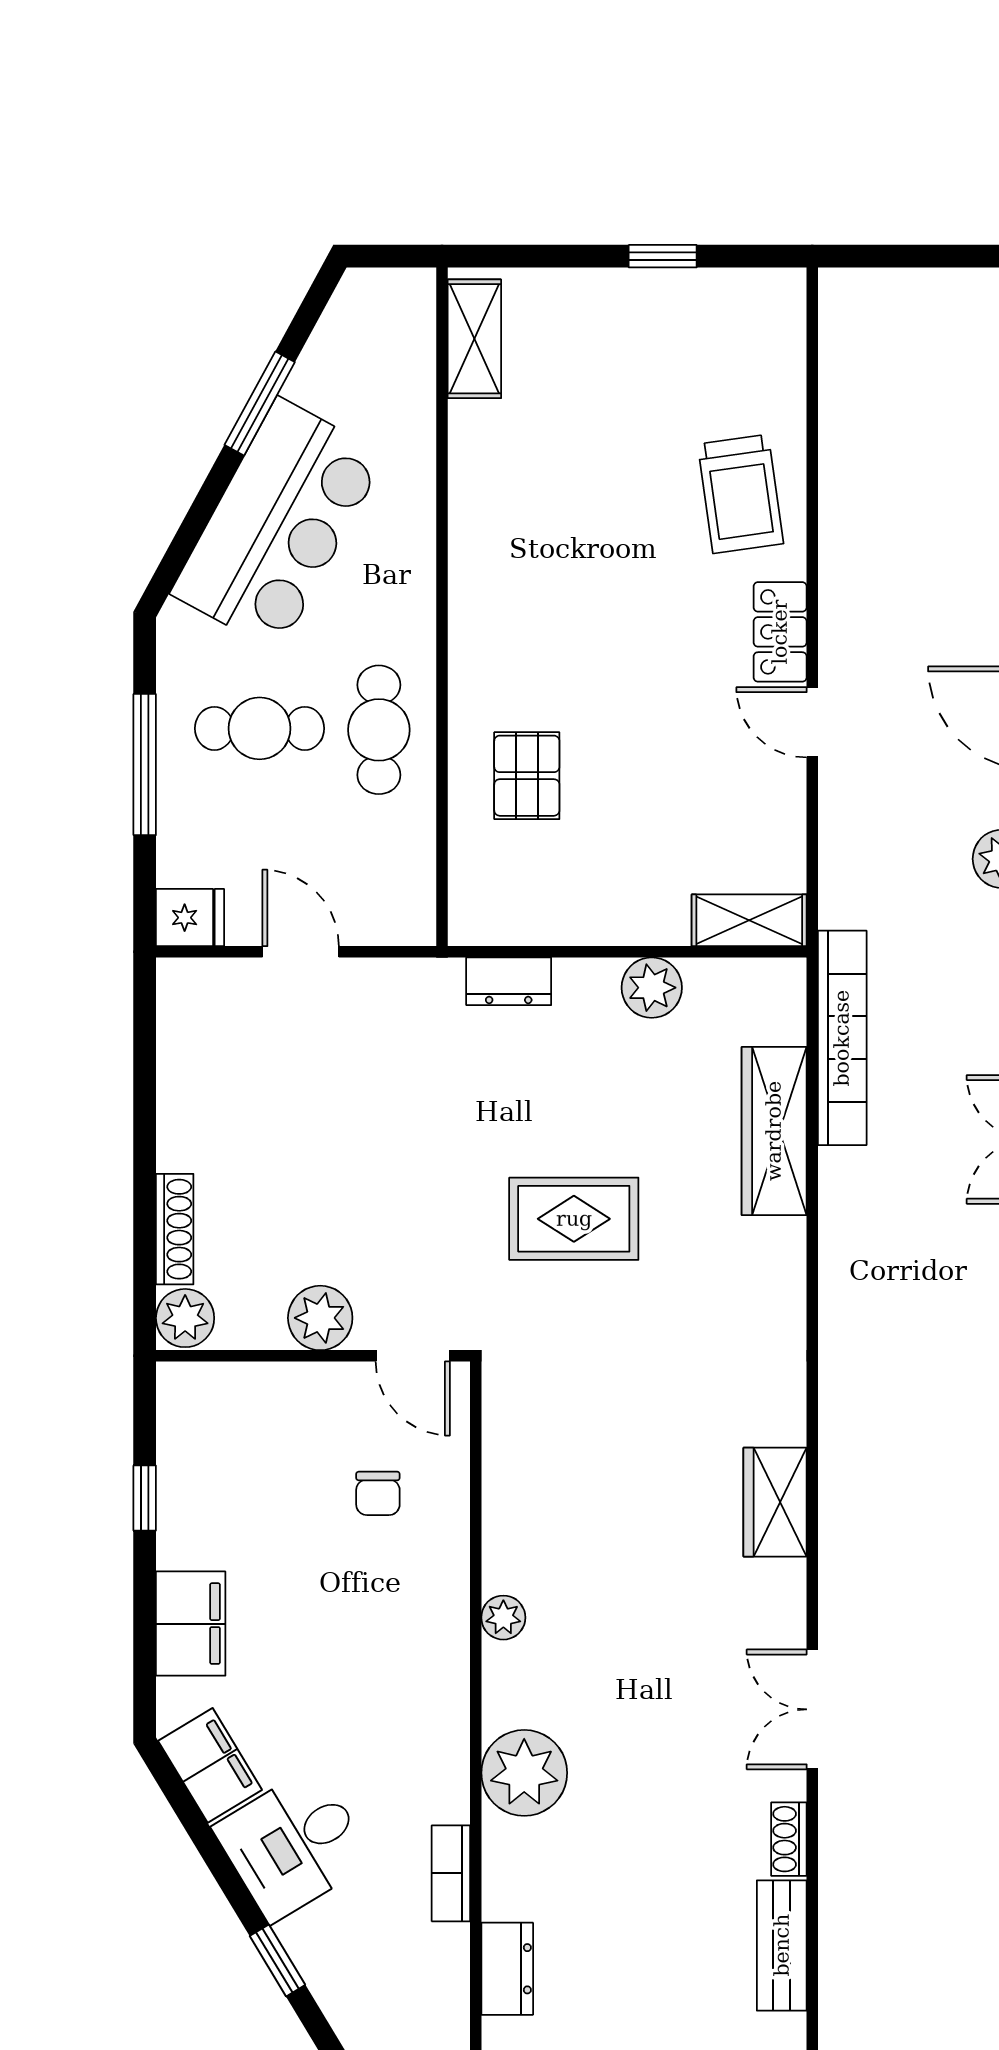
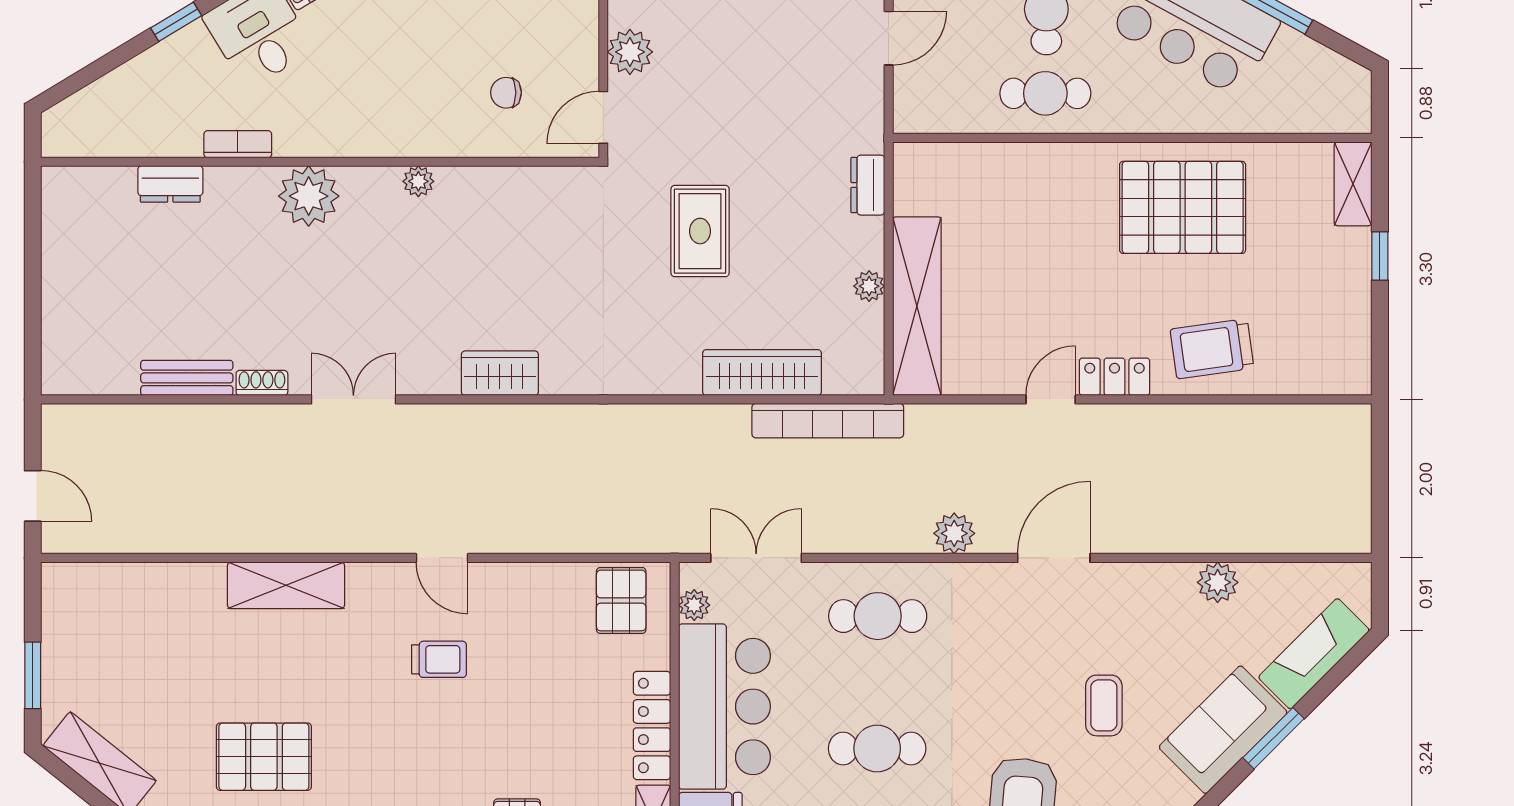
window: (663, 256) -> (1380, 256), moved
shelving: (474, 339) -> (1353, 184), moved, turned 90
pallet: (527, 776) -> (1183, 207), moved, width x2.05, depth x2.00
shelving: (749, 920) -> (917, 306), width x2.20, depth x1.33
plant: (652, 988) -> (869, 286), width x0.73, depth x0.73

